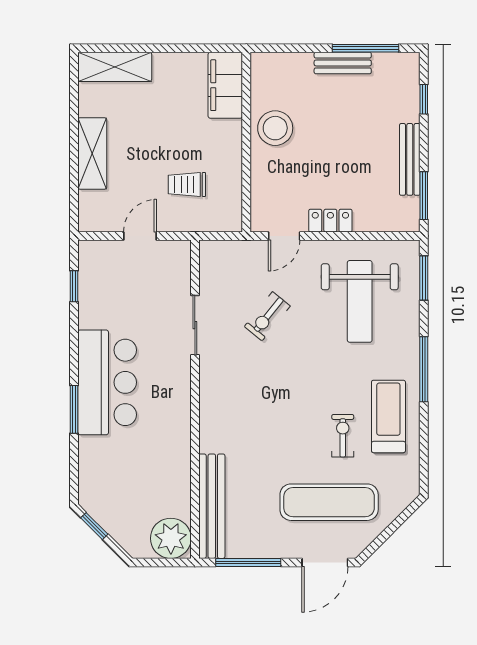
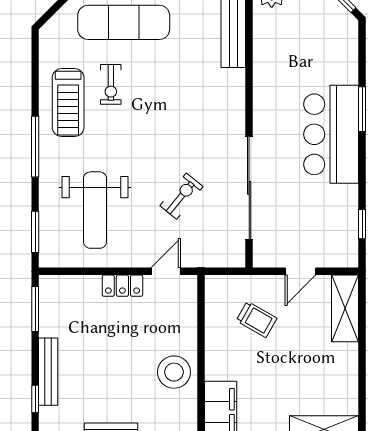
shelving: (92, 153) -> (345, 308), moved
bench: (410, 159) -> (48, 372), moved
trolley: (187, 185) -> (257, 319), turned 30
weight bench: (360, 301) -> (95, 210), turned 180
sliding door: (195, 325) -> (249, 188), width x1.86

